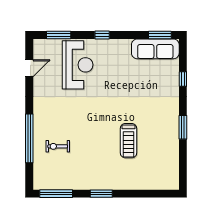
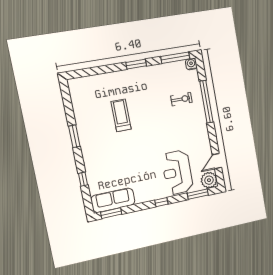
plant: (43, 48) -> (209, 180), added
water cooler: (39, 184) -> (191, 64), added

